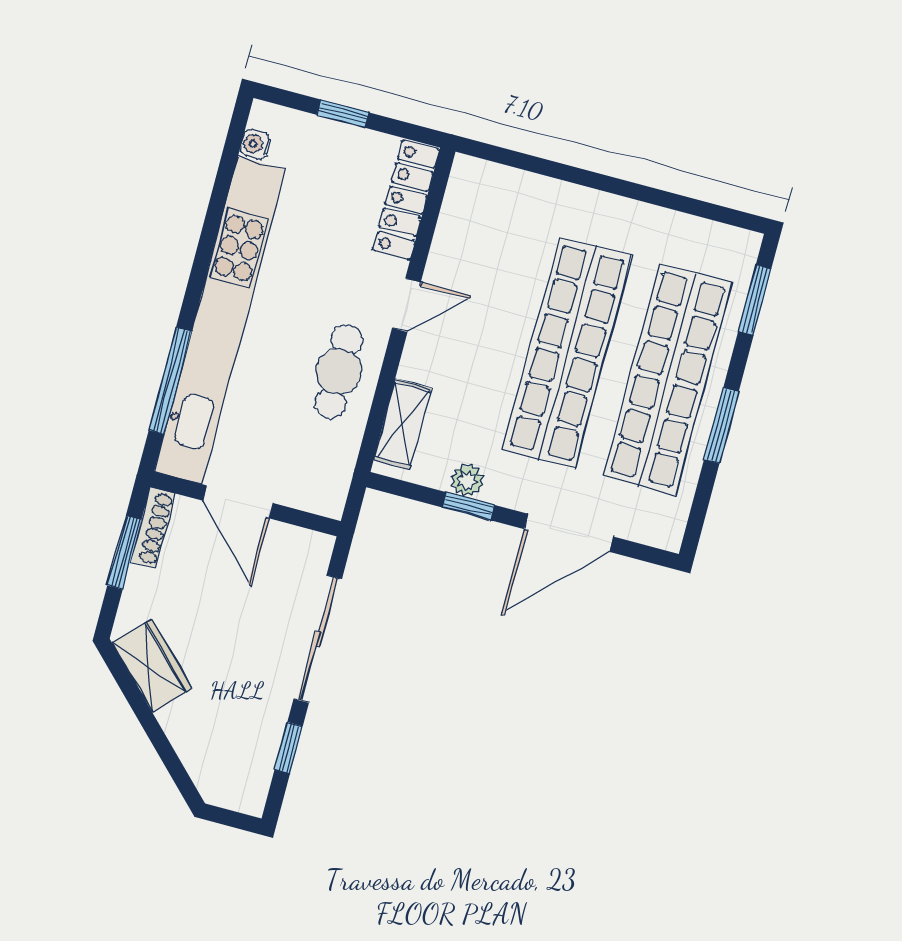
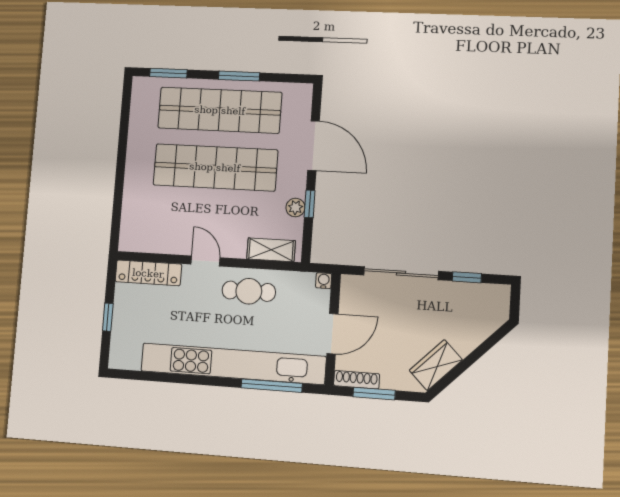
water cooler: (255, 144) -> (324, 281), moved, turned 180

